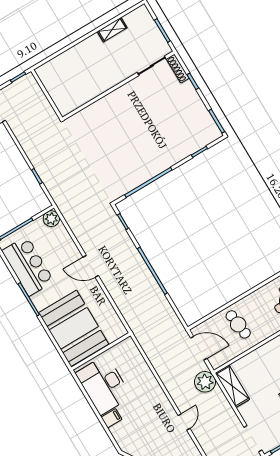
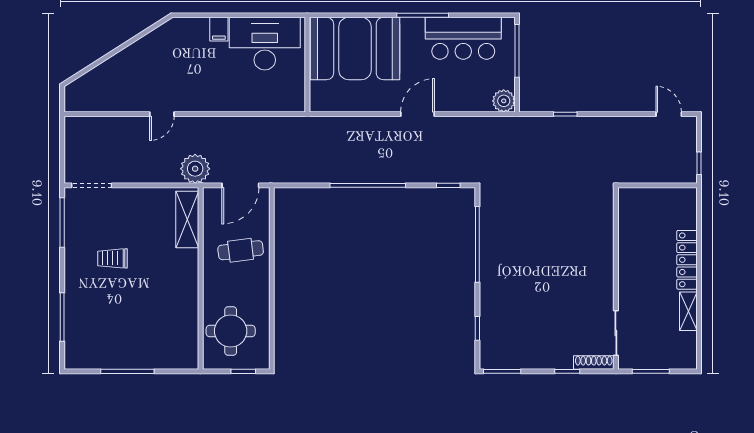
locker: (81, 49) -> (687, 260), added
shelving: (232, 386) -> (187, 220), moved, turned 90
door: (184, 422) -> (162, 114), hinge flipped

